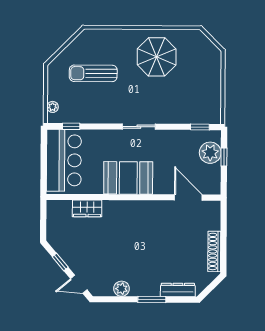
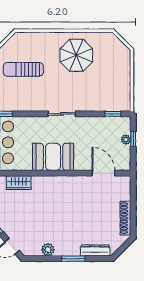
plant: (210, 153) -> (126, 140), width x0.53, depth x0.53

